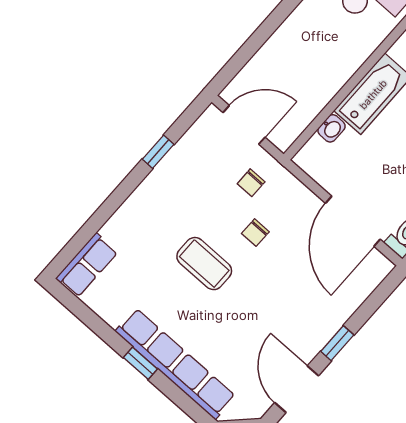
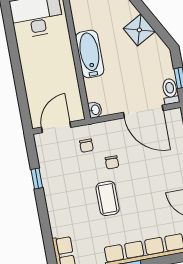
washbasin: (331, 128) -> (95, 110), moved
coffee table: (204, 264) -> (108, 198), turned 90

